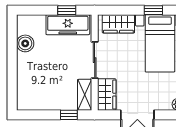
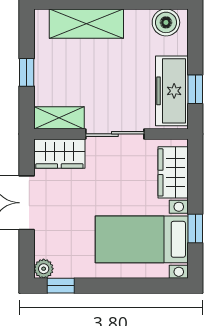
boiler: (25, 43) -> (166, 22), moved
shelving: (26, 78) -> (86, 24), added
window: (69, 115) -> (27, 72), moved

